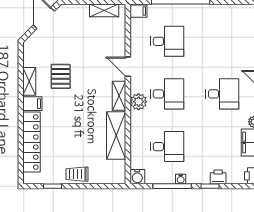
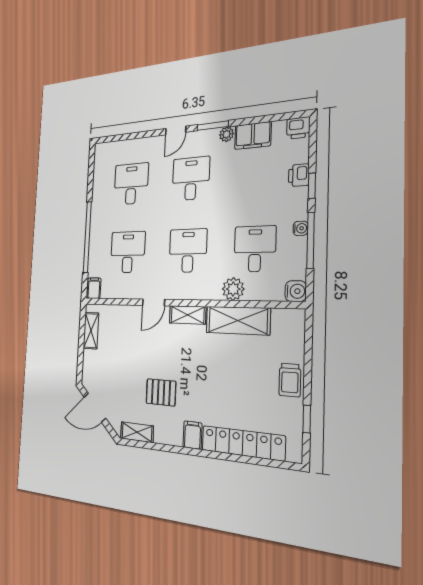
desk: (222, 41) -> (131, 184), added
shelving: (29, 81) -> (137, 432), moved
plant: (139, 102) -> (233, 289), moved

